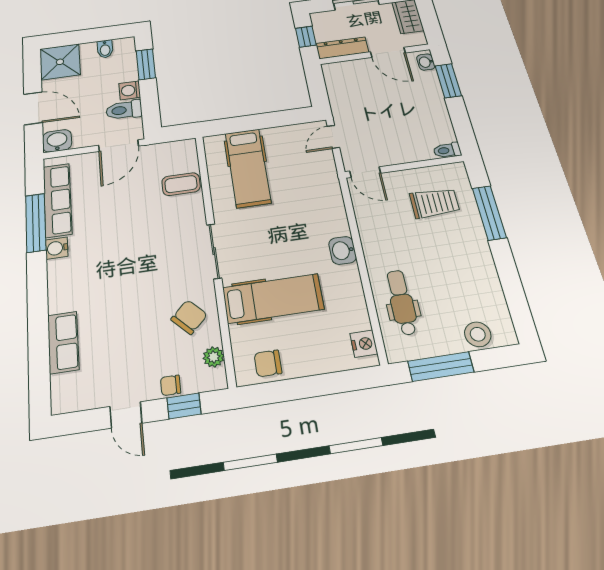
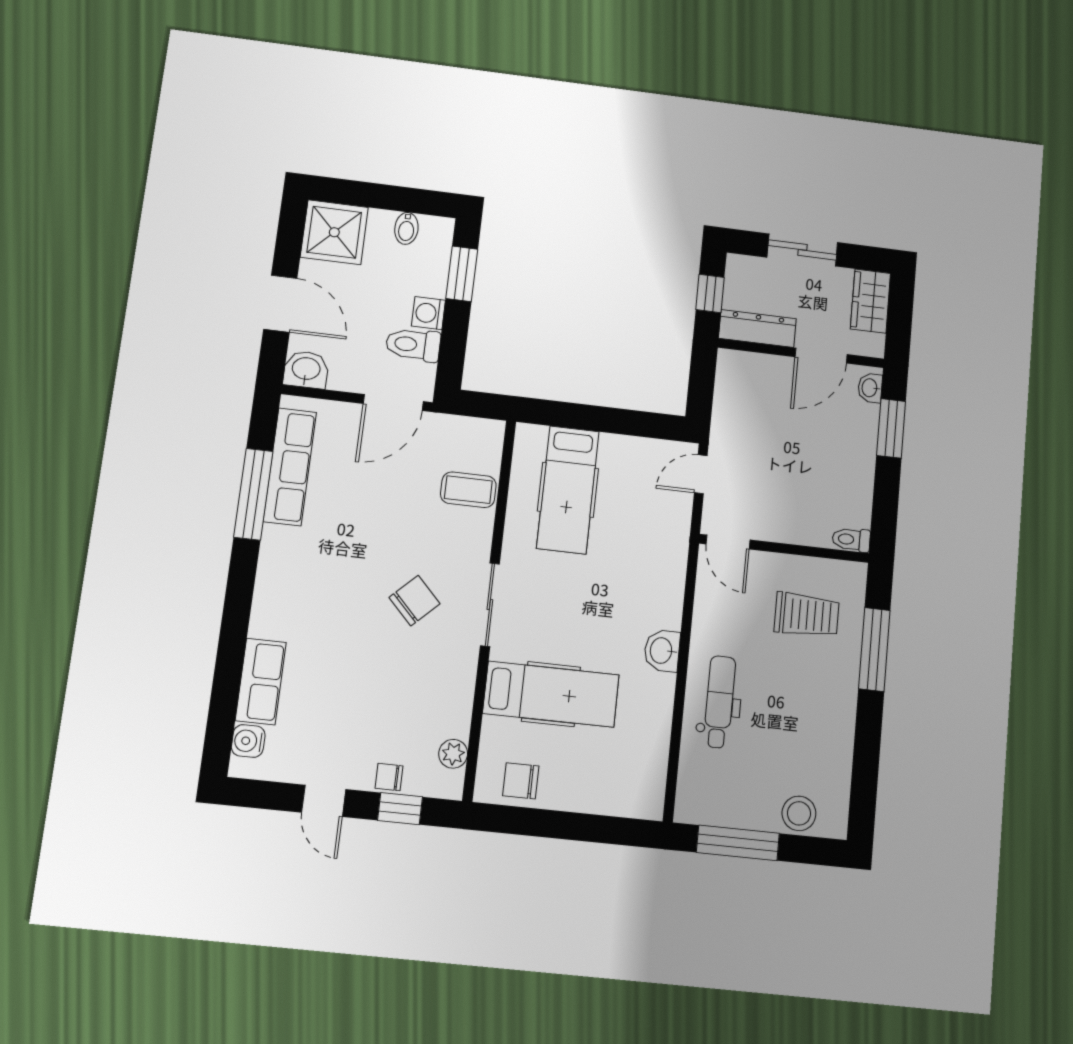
door: (388, 52) -> (821, 356), hinge flipped
water cooler: (57, 248) -> (248, 741), moved
dental chair: (402, 302) -> (720, 702), moved
chair: (189, 317) -> (414, 601), moved
nightstand: (364, 344) -> (651, 787), removed

